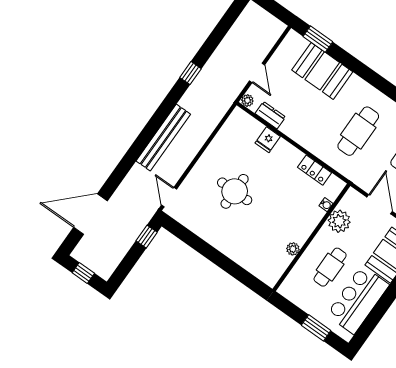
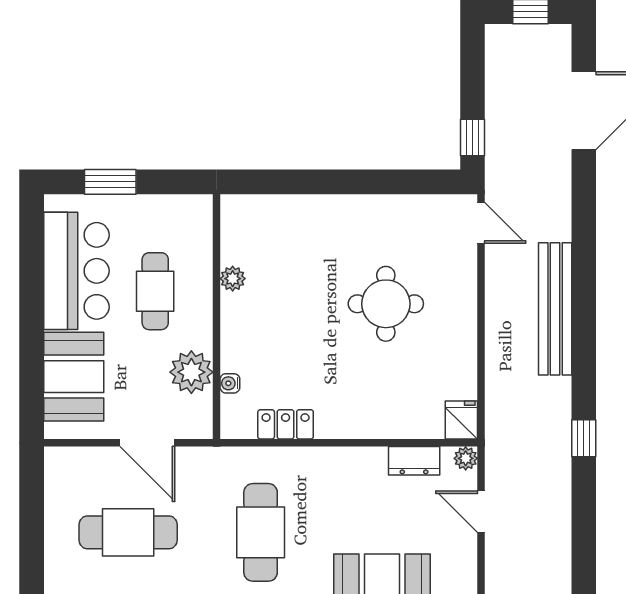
fridge: (268, 140) -> (461, 420), moved

